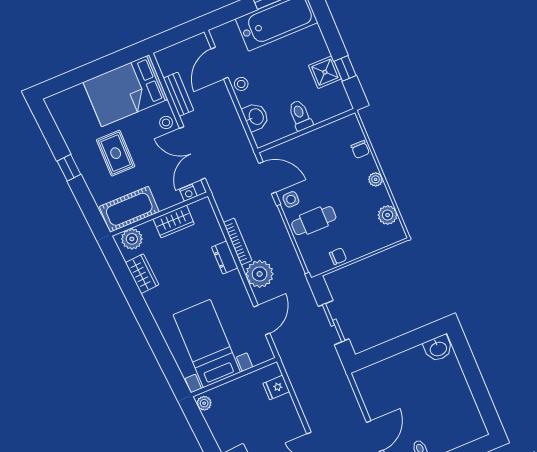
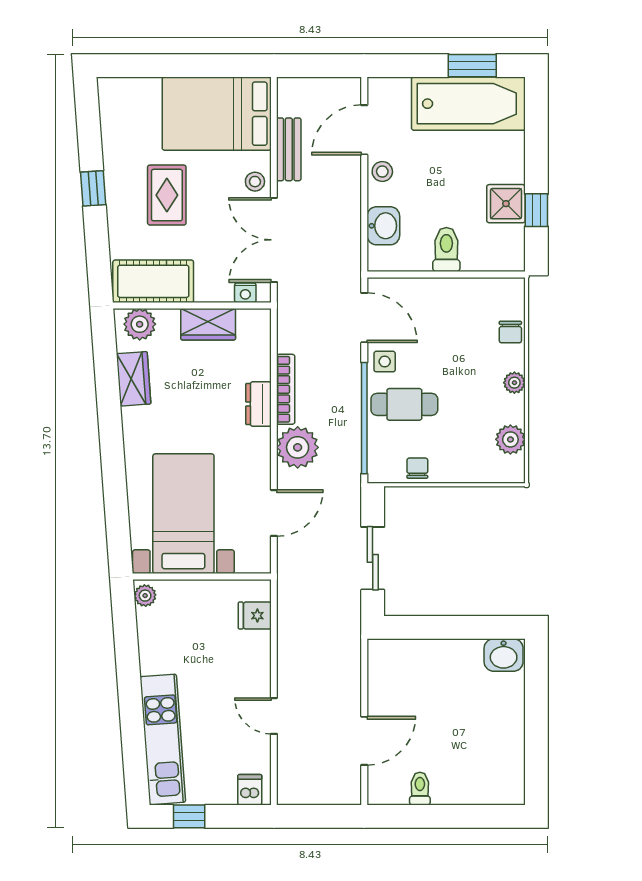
chair: (338, 256) -> (417, 468), turned -90

